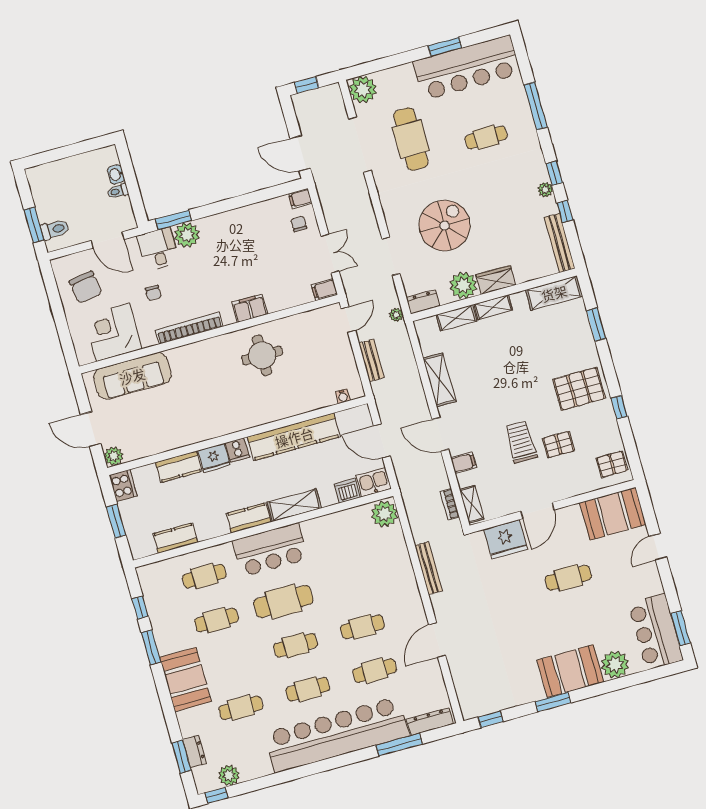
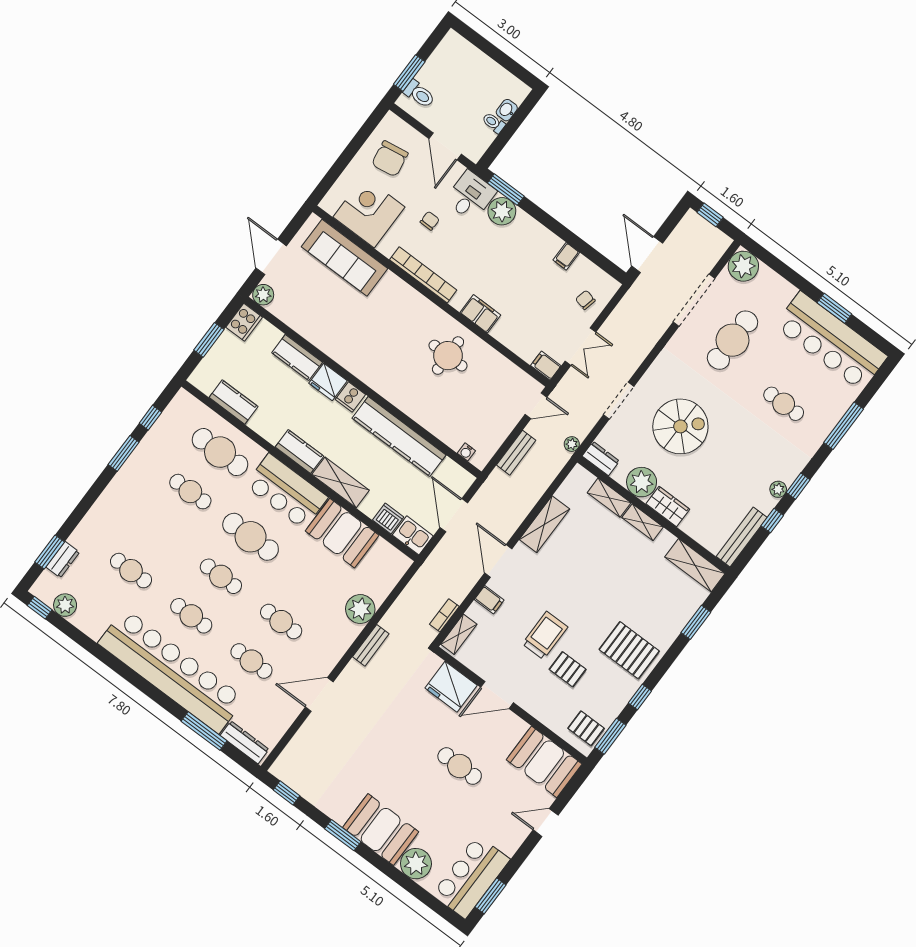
filing cabinet: (300, 198) -> (566, 256), moved, turned -90
chair: (299, 224) -> (585, 300), turned -77
chair: (153, 293) -> (430, 221), turned 180
window: (631, 451) -> (610, 736), added
plant: (384, 514) -> (360, 609), moved
bench: (428, 568) -> (371, 645), width x0.73
cafe table: (204, 576) -> (220, 452), width x1.37, depth x1.35
booth: (185, 679) -> (342, 533), moved, turned 90

